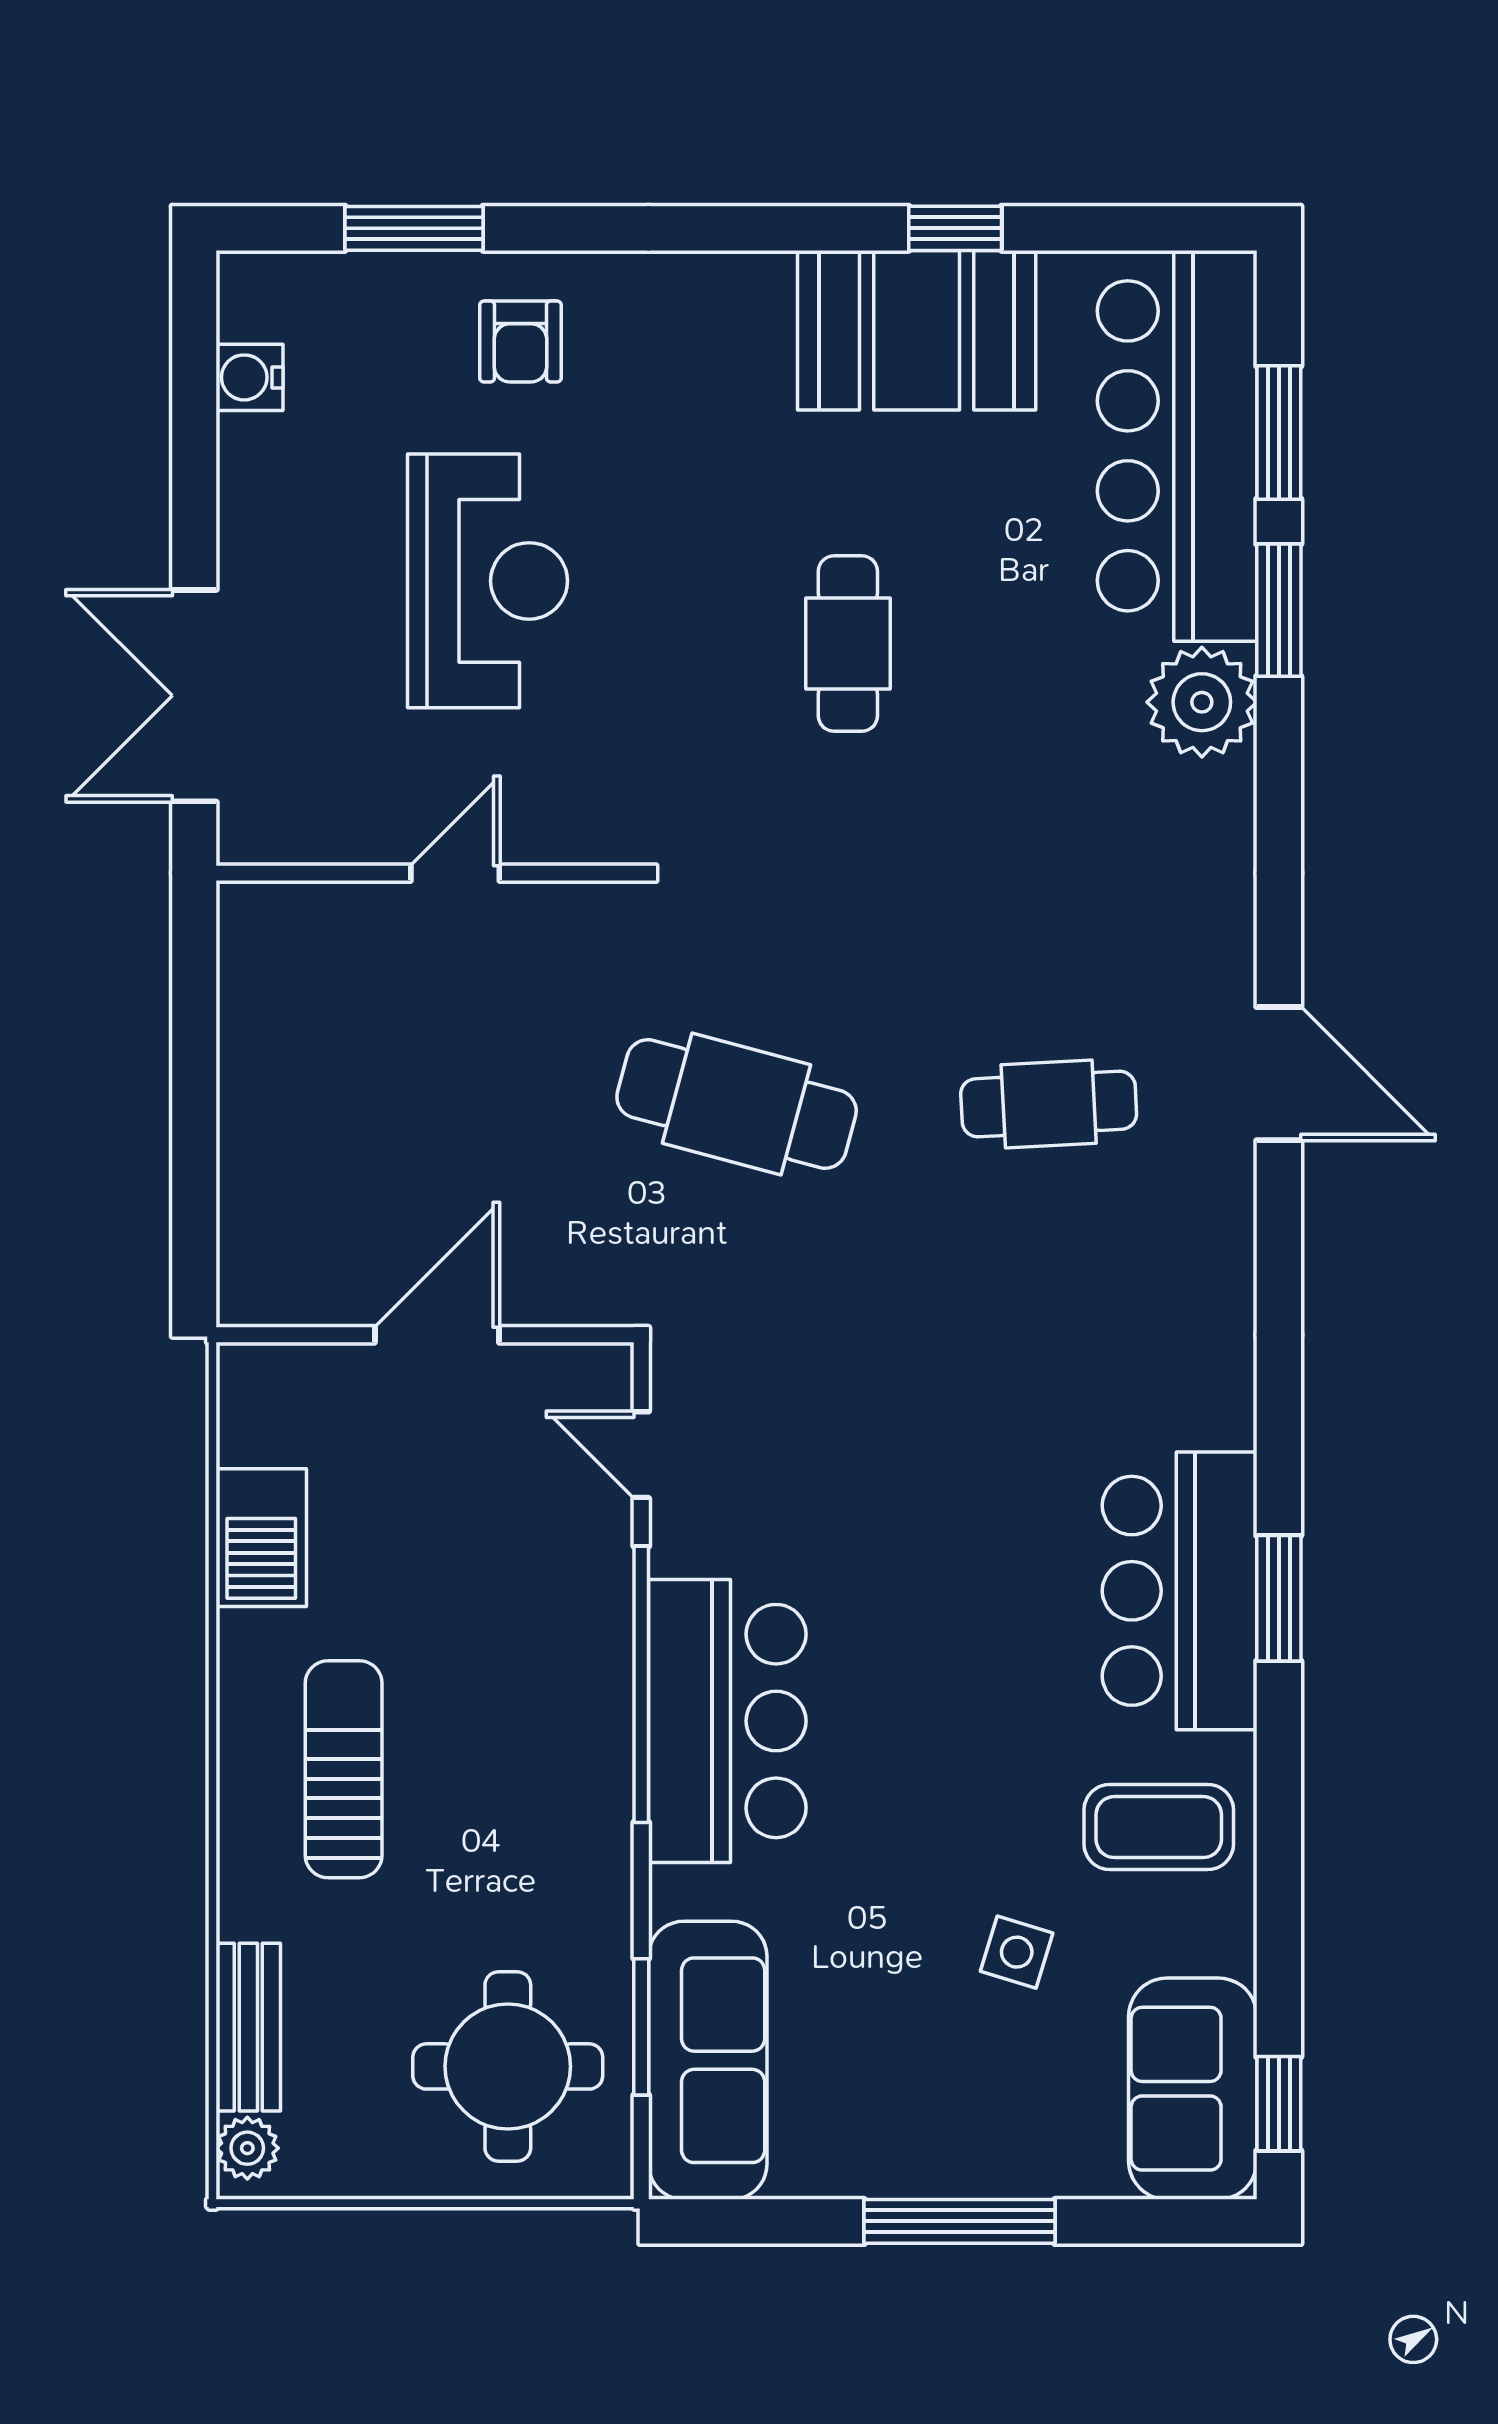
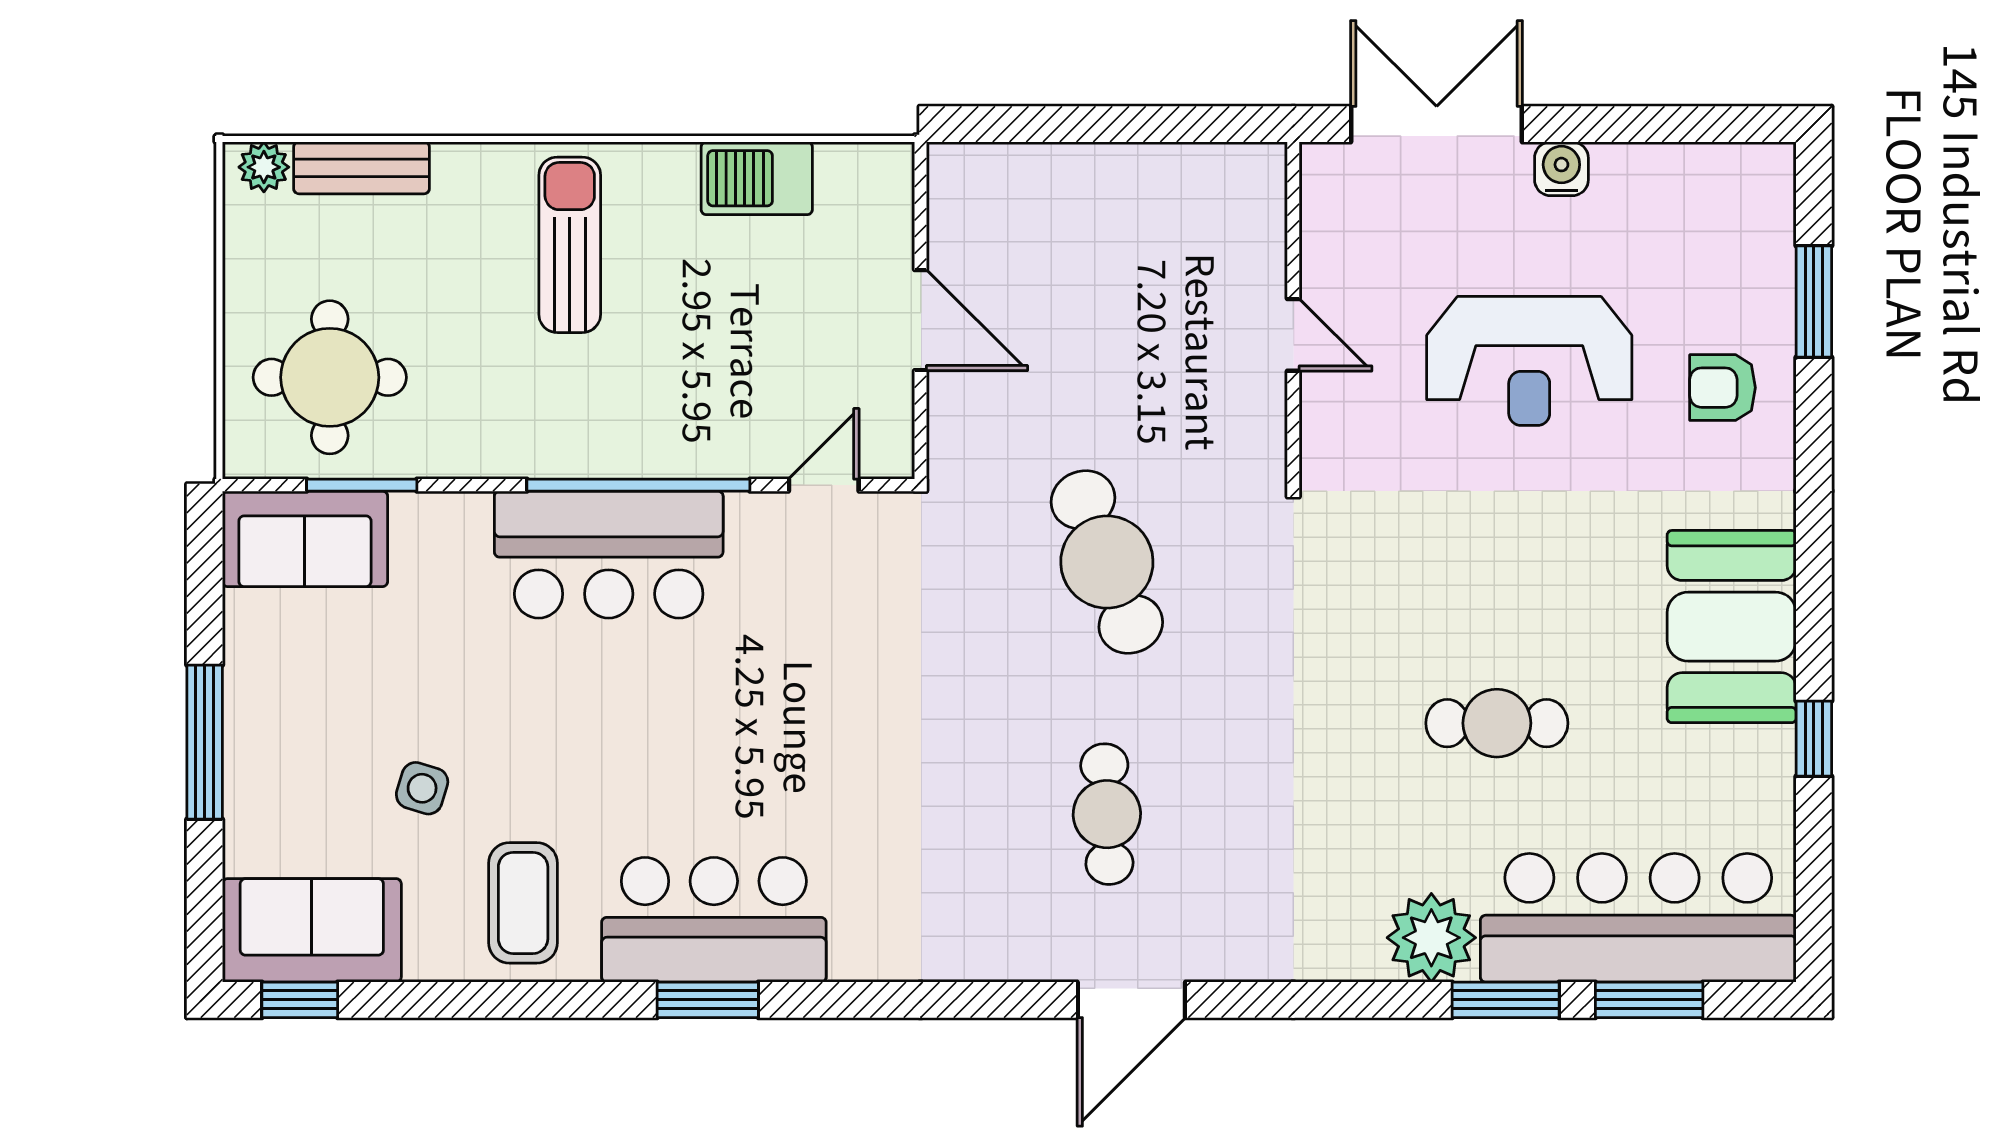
booth: (917, 330) -> (1732, 627), moved
water cooler: (250, 377) -> (1561, 169), moved
cafe table: (848, 644) -> (1497, 723), moved
cafe table: (737, 1104) -> (1107, 562), turned -36
sun lounger: (344, 1769) -> (570, 245), turned -90
sofa: (708, 2060) -> (305, 539), width x0.73

